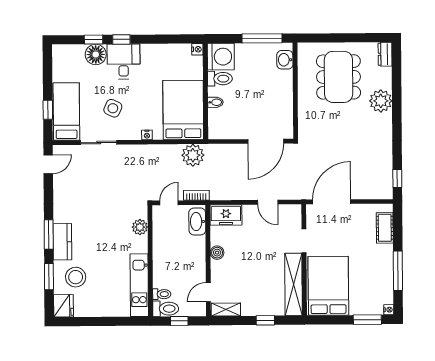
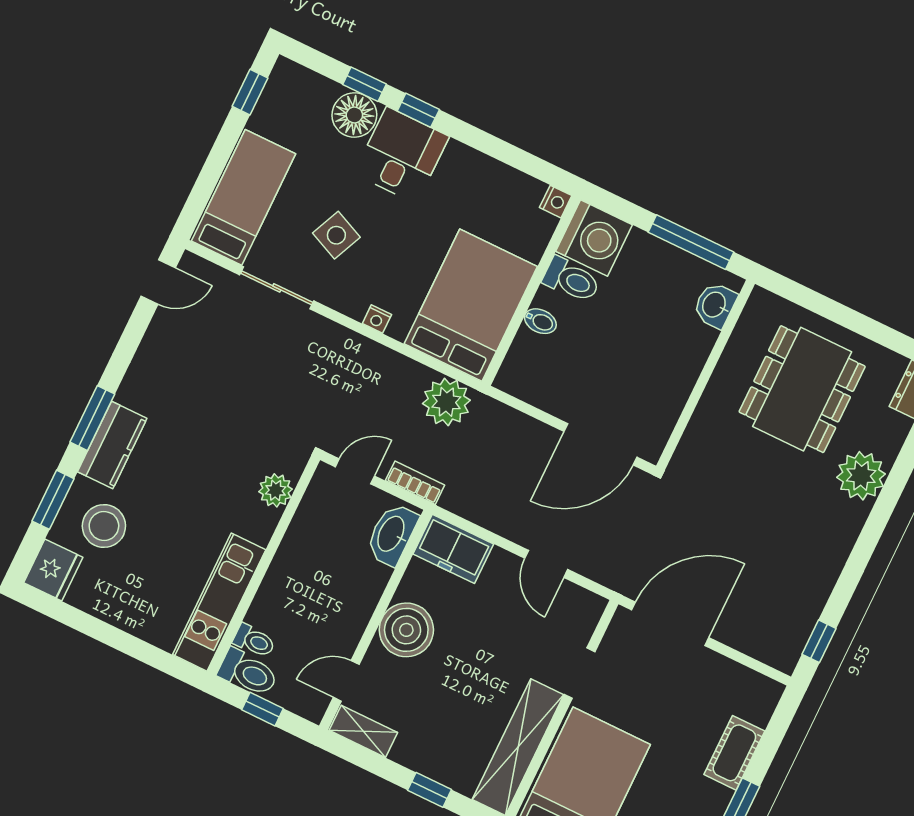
window: (48, 110) -> (250, 92), moved
cot: (385, 228) -> (734, 753), moved
boiler: (217, 253) -> (406, 630), width x1.86, depth x1.86

